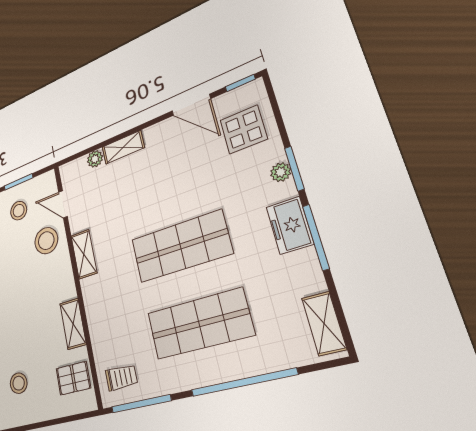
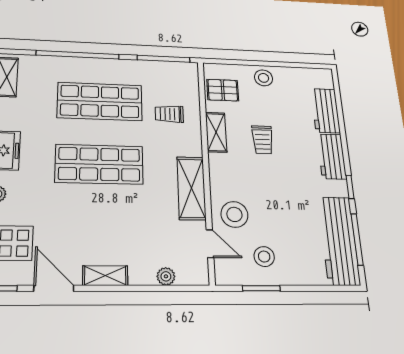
shelving: (123, 147) -> (105, 276), moved
shelving: (84, 254) -> (191, 188), width x1.50, depth x1.33
trolley: (30, 329) -> (262, 140), added
trolley: (121, 378) -> (169, 114), moved
stool: (19, 383) -> (264, 78), moved

